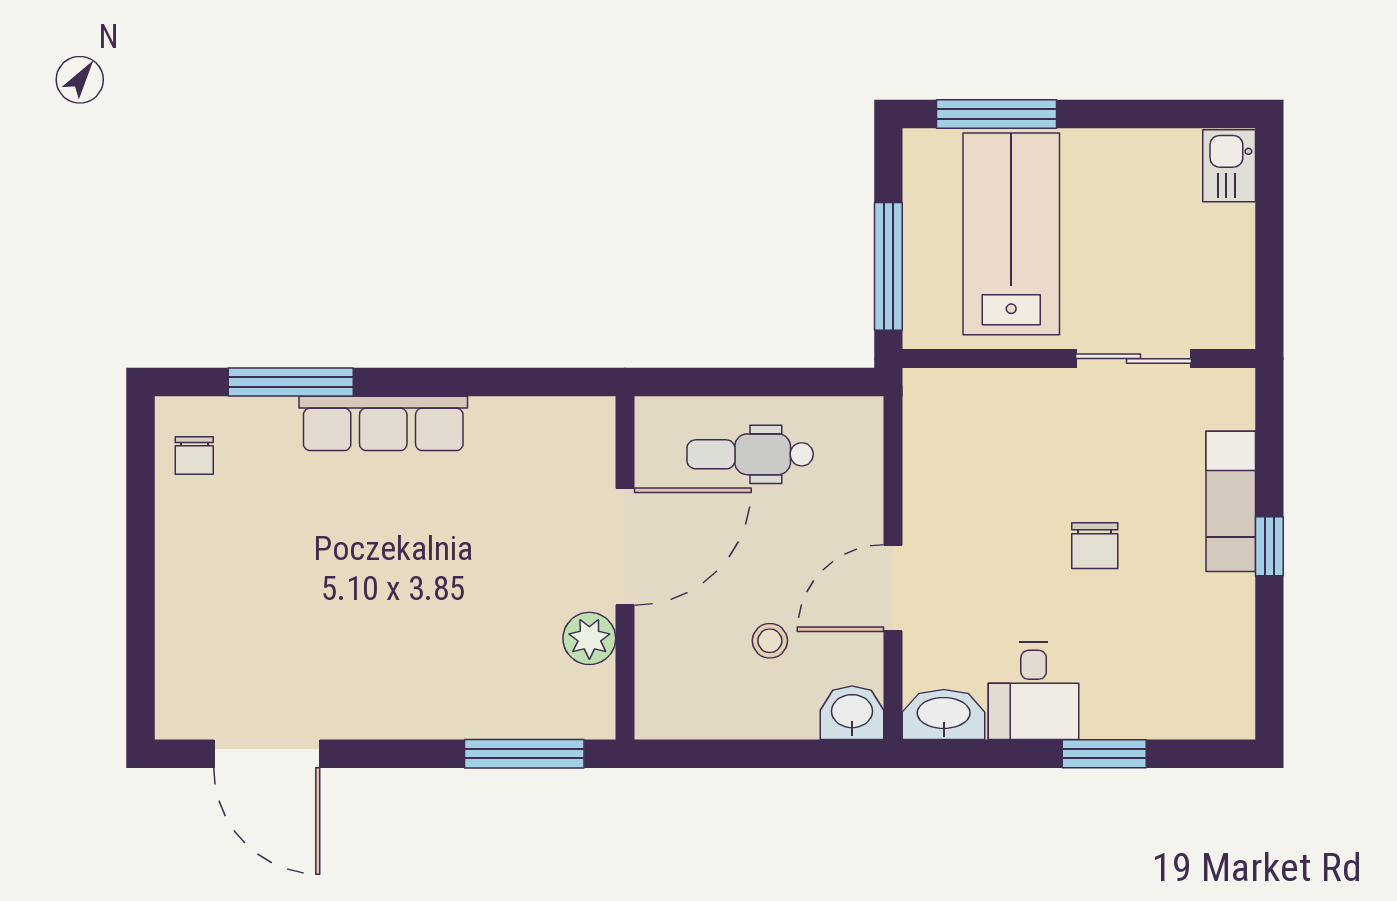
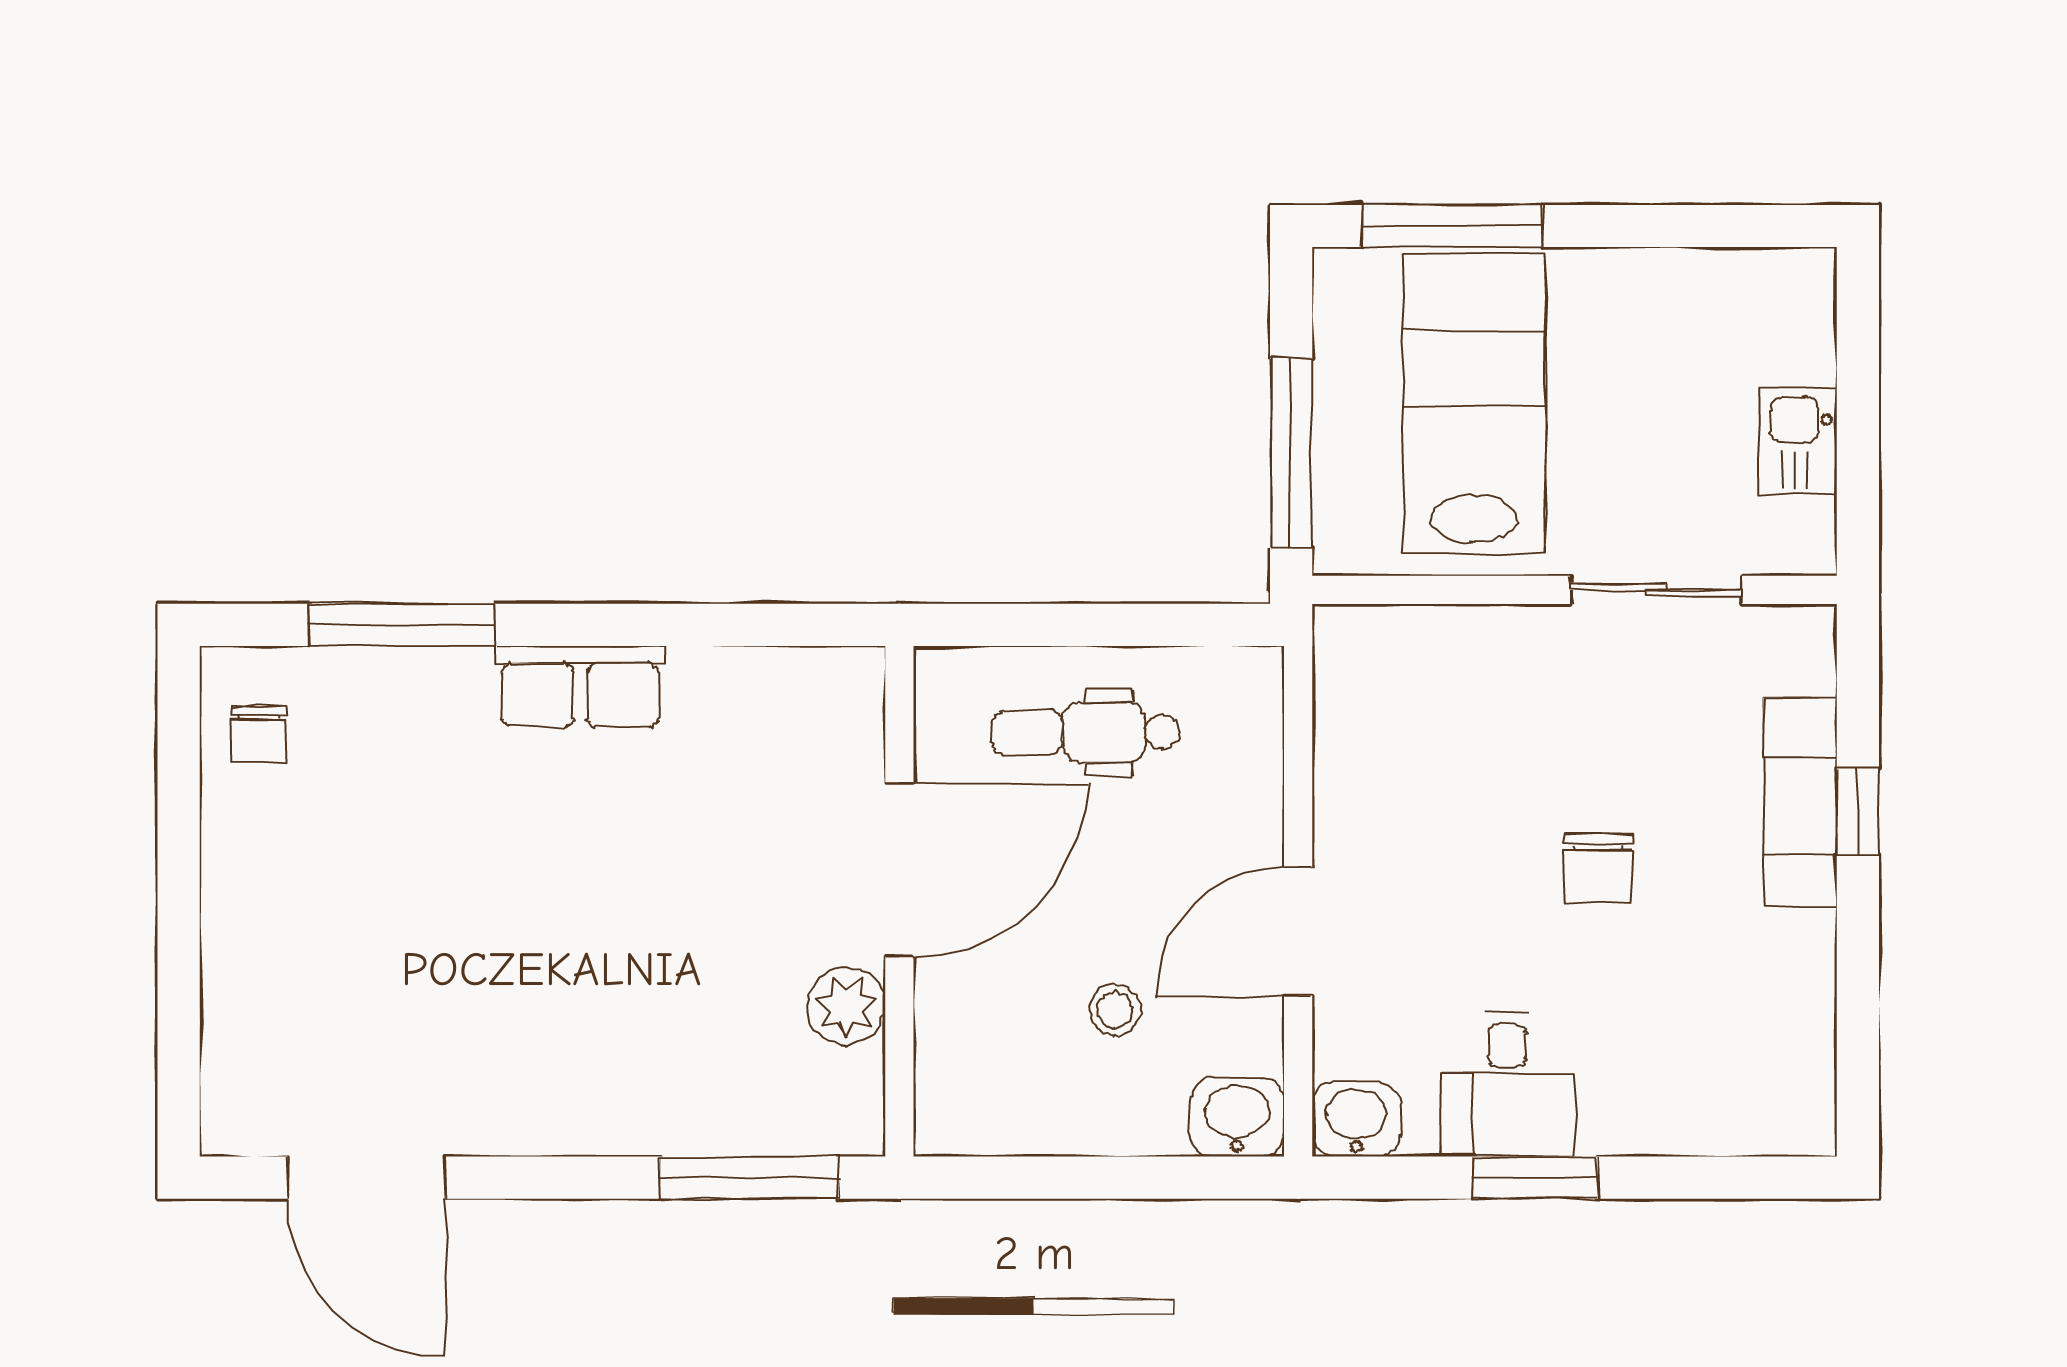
kitchen sink: (1229, 166) -> (1798, 441), moved
row of seats: (383, 423) -> (580, 686), width x0.68
window: (1269, 546) -> (1858, 812), moved
washbasin: (944, 714) -> (1356, 1119), width x0.72
window: (1104, 754) -> (1535, 1178), moved

